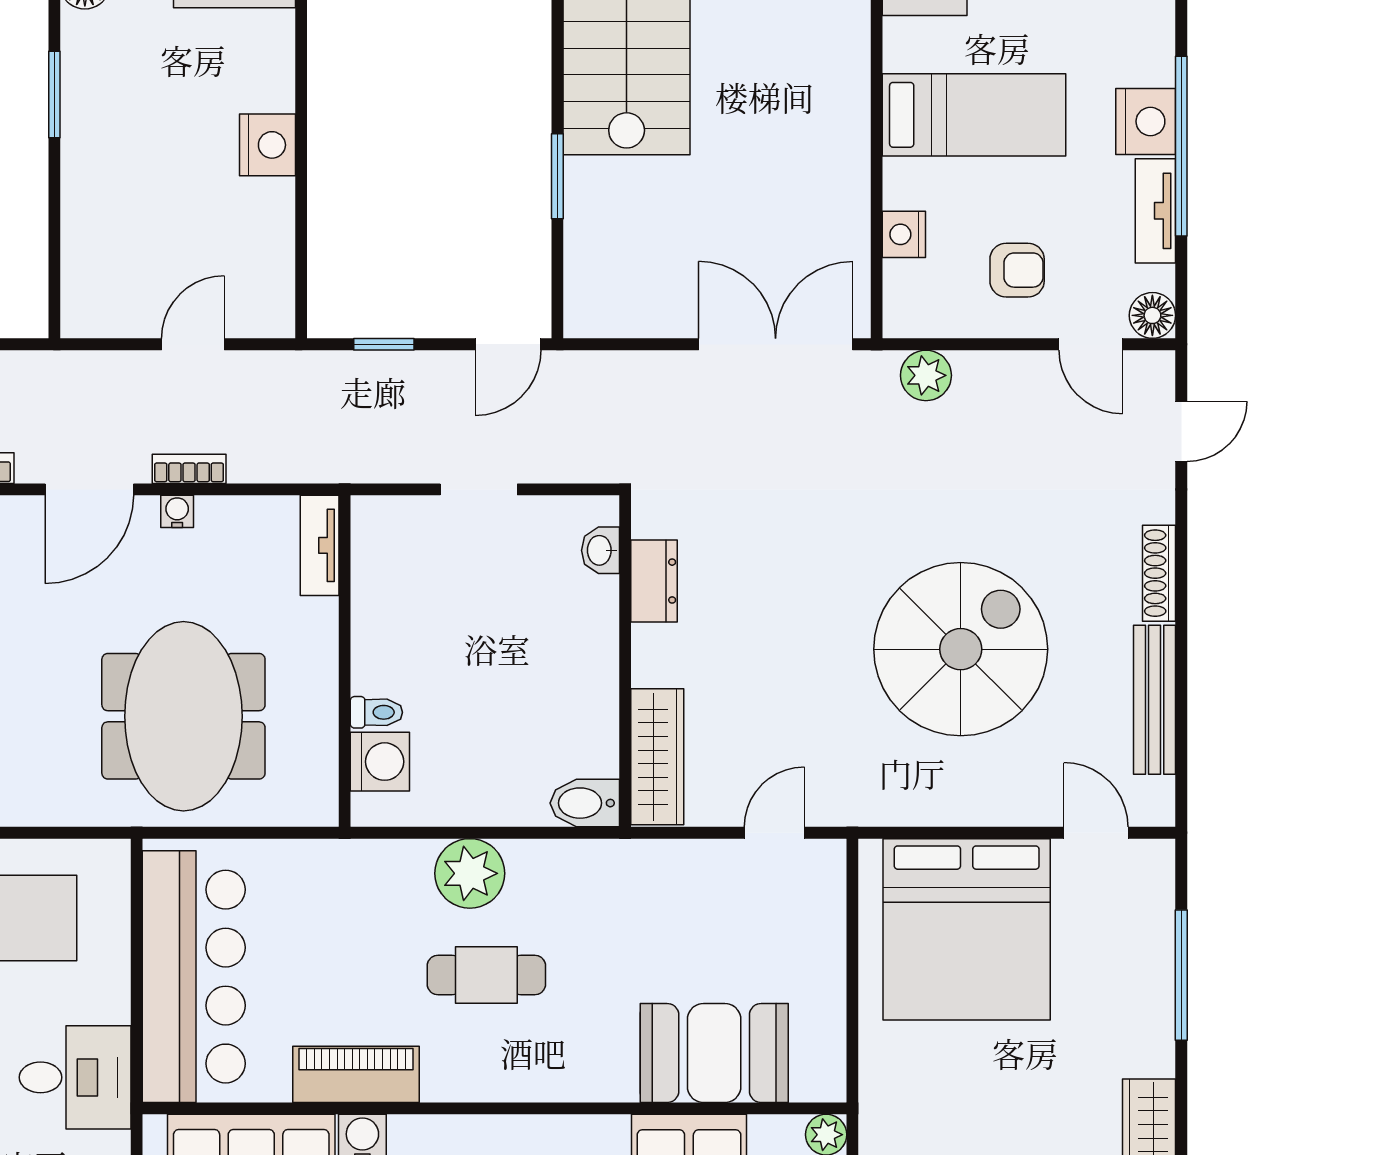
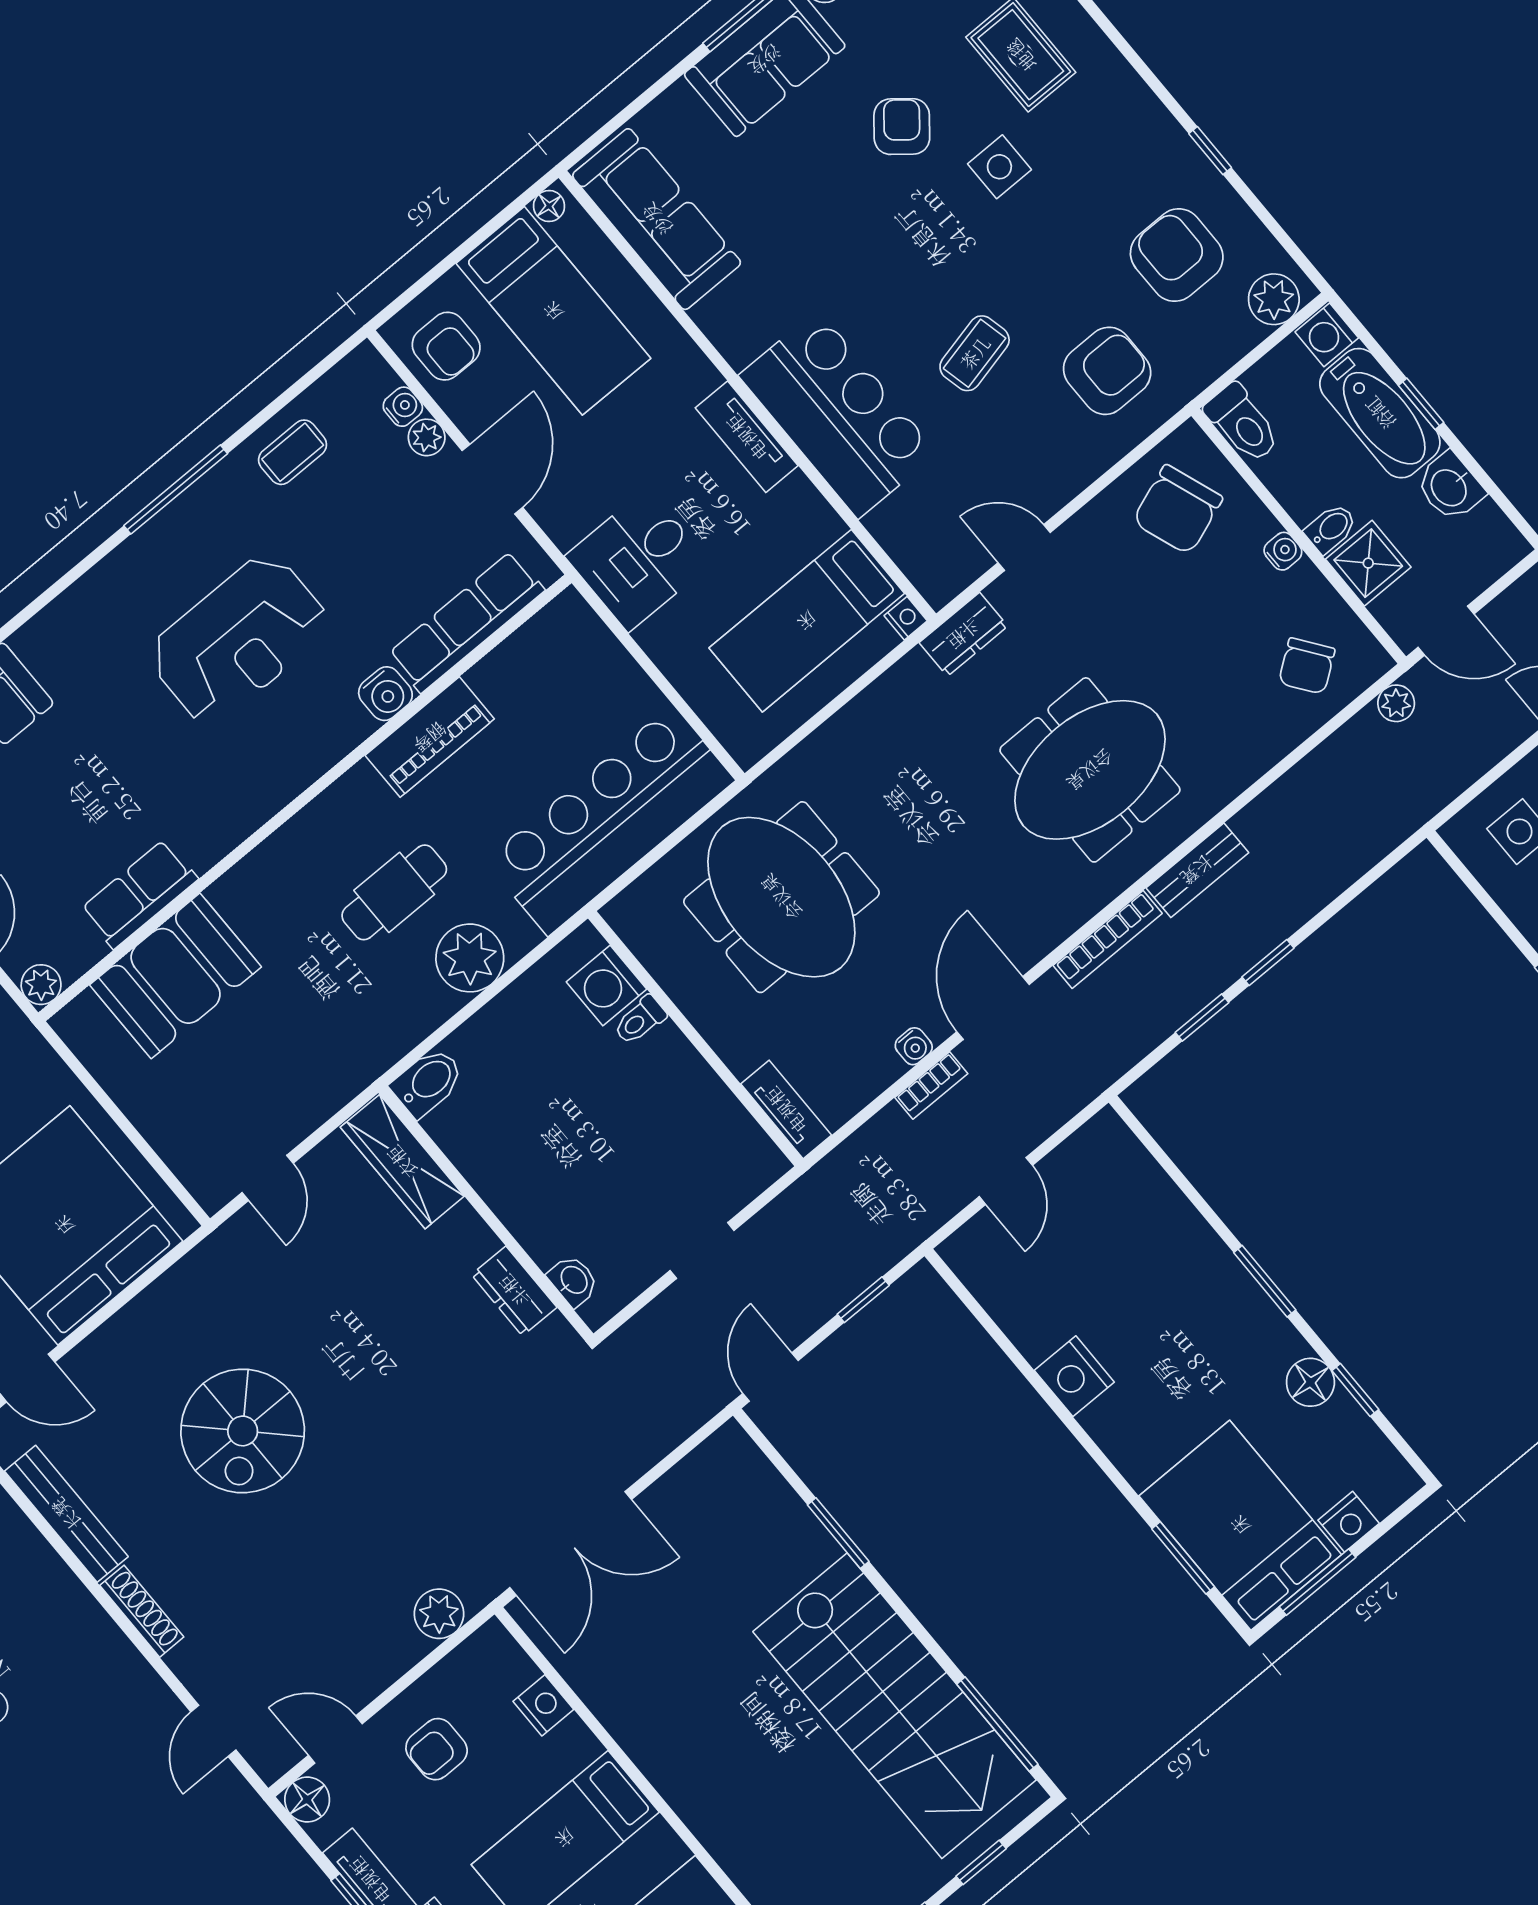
spiral stairs: (961, 649) -> (243, 1431), width x0.73, depth x0.73
bar counter: (194, 977) -> (610, 820), moved, turned 90

